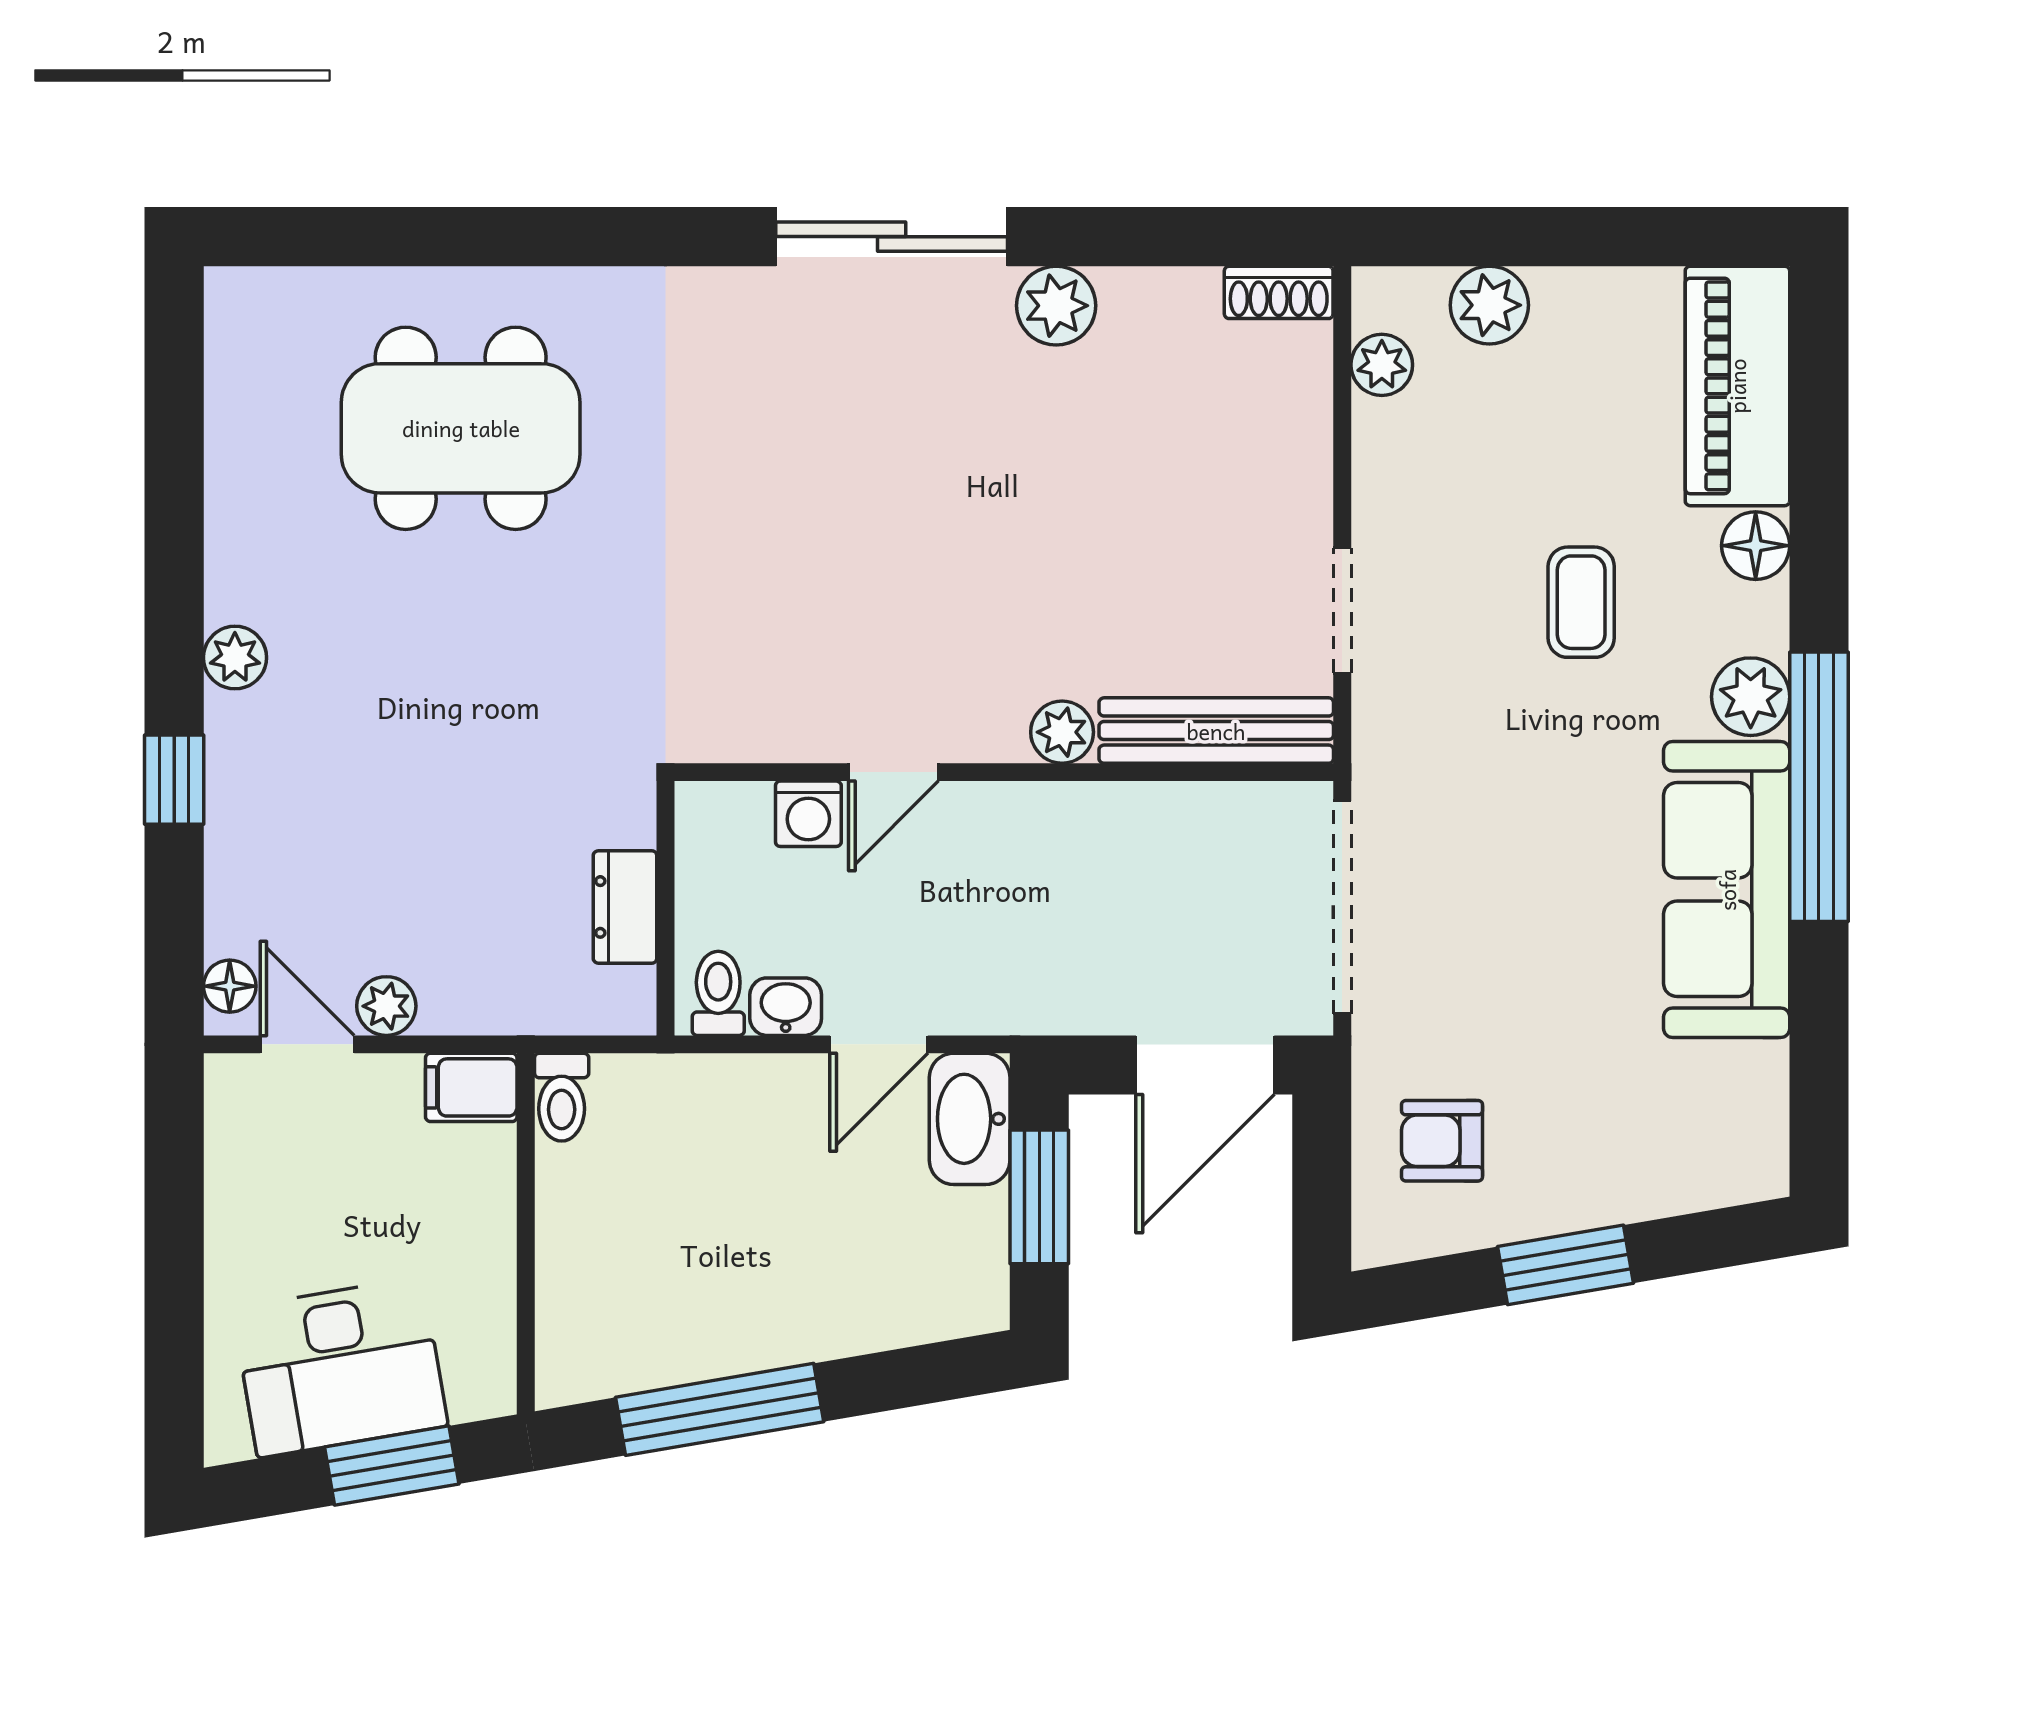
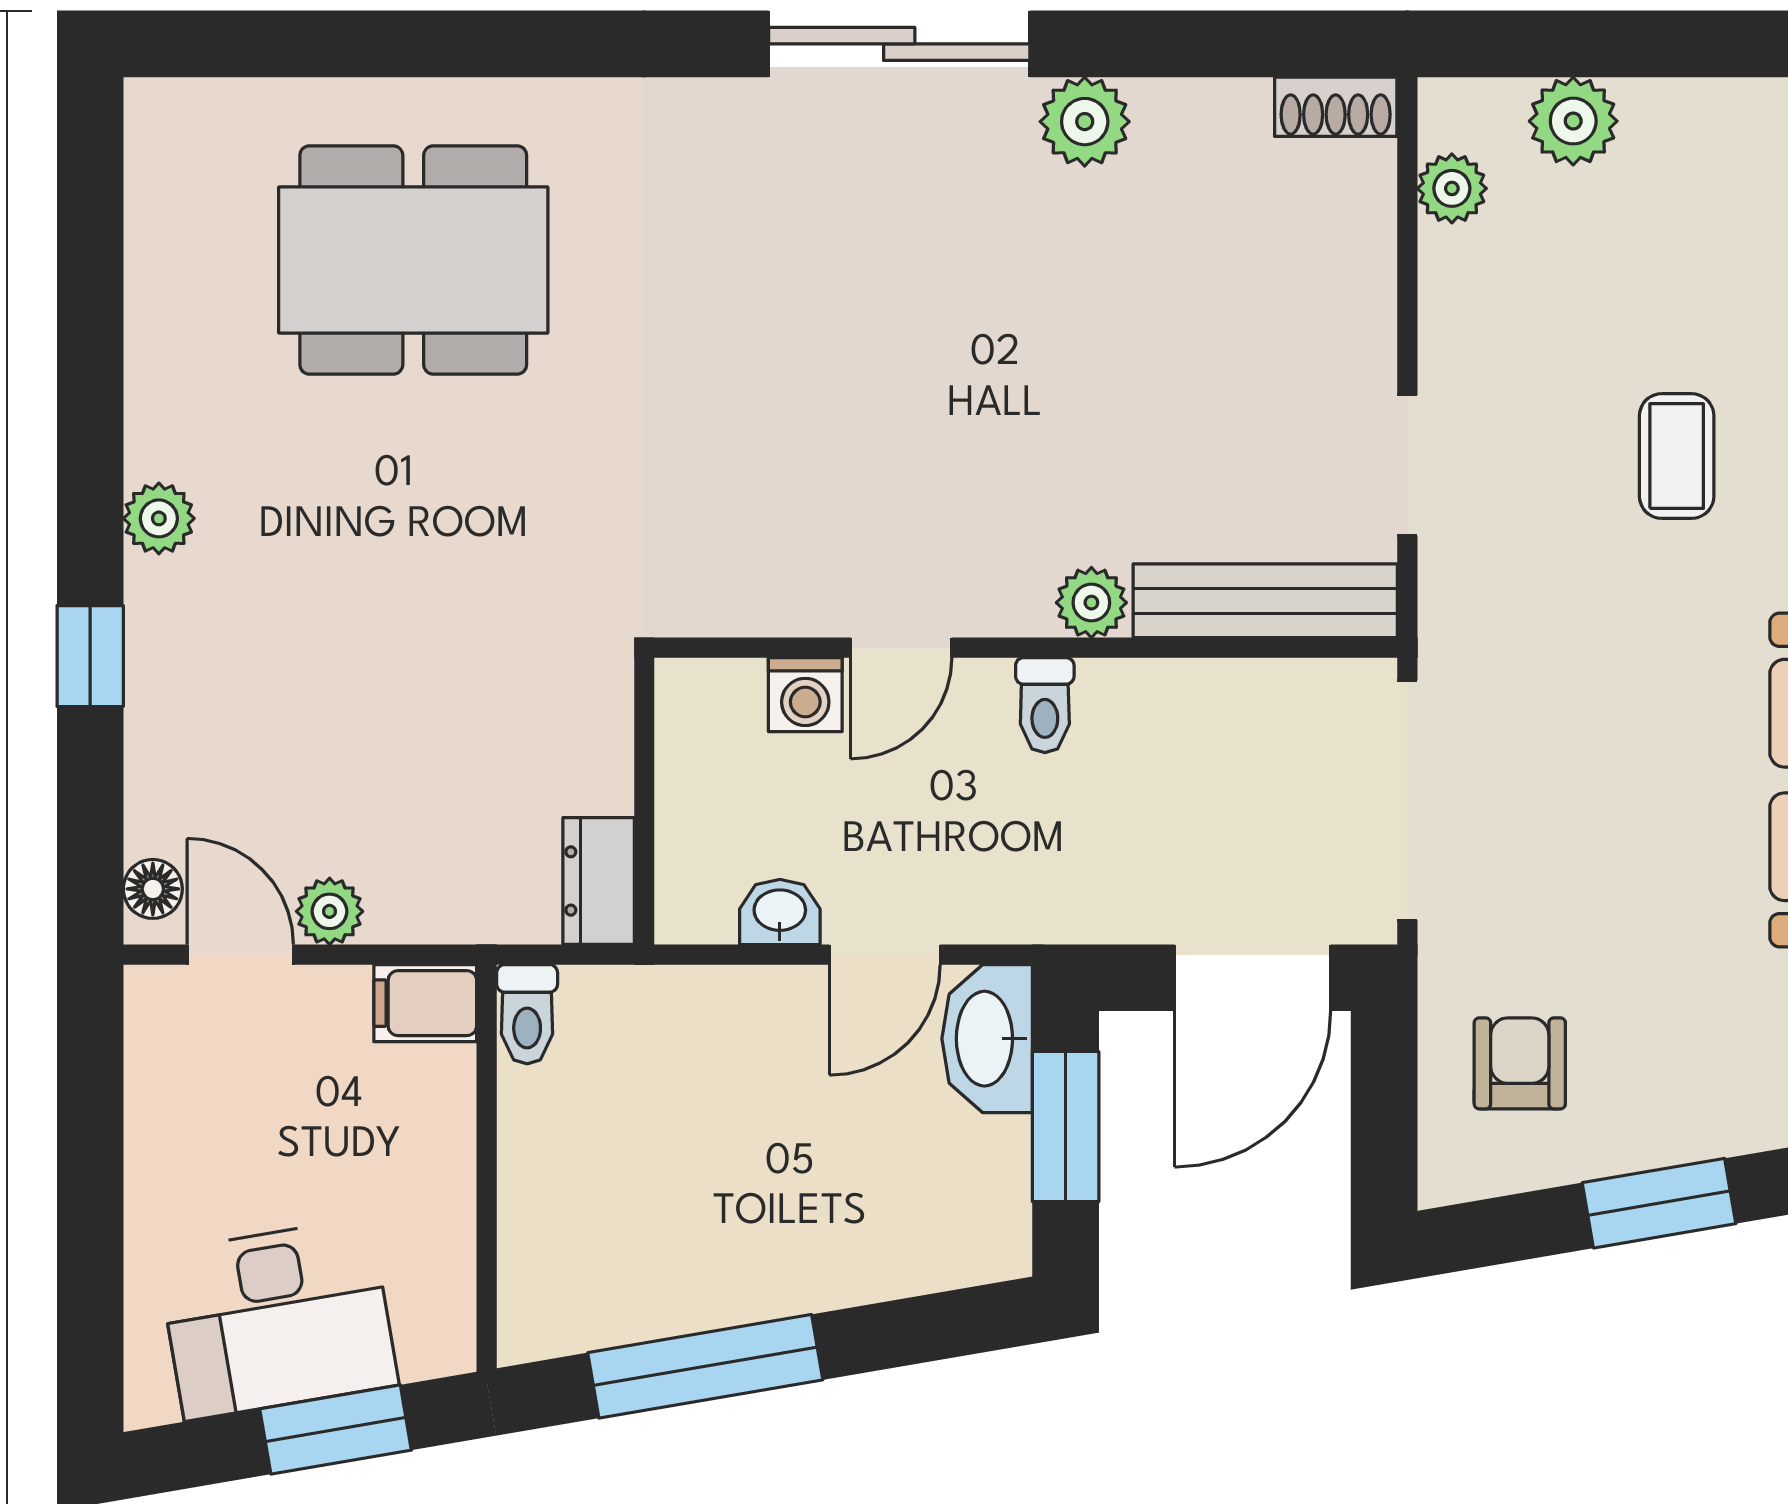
dresser: (625, 907) -> (599, 881), moved
toilet: (718, 993) -> (1045, 705), moved, turned 180
armchair: (1442, 1141) -> (1520, 1063), turned 90

